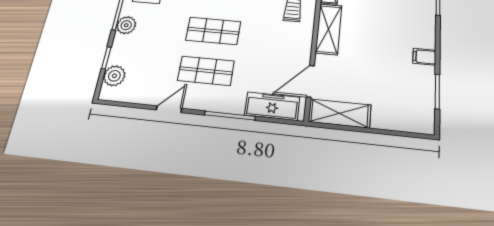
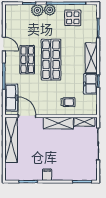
shop shelf: (213, 31) -> (51, 60), width x1.43, depth x1.36
plant: (114, 76) -> (37, 10), moved
shelving: (340, 113) -> (11, 140), width x1.47

